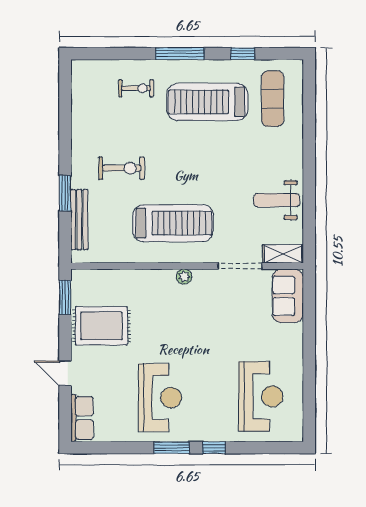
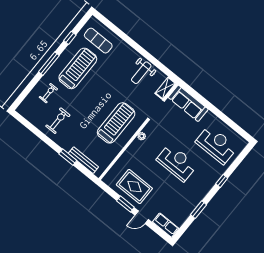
treadmill: (207, 102) -> (78, 68), turned 180
exercise bike: (122, 168) -> (58, 121), moved
sofa: (288, 296) -> (188, 103), width x1.36
window: (65, 297) -> (125, 204), moved
rug: (101, 326) -> (134, 187), turned 90
reception desk: (160, 398) -> (177, 163), moved
window: (172, 448) -> (198, 210), moved

